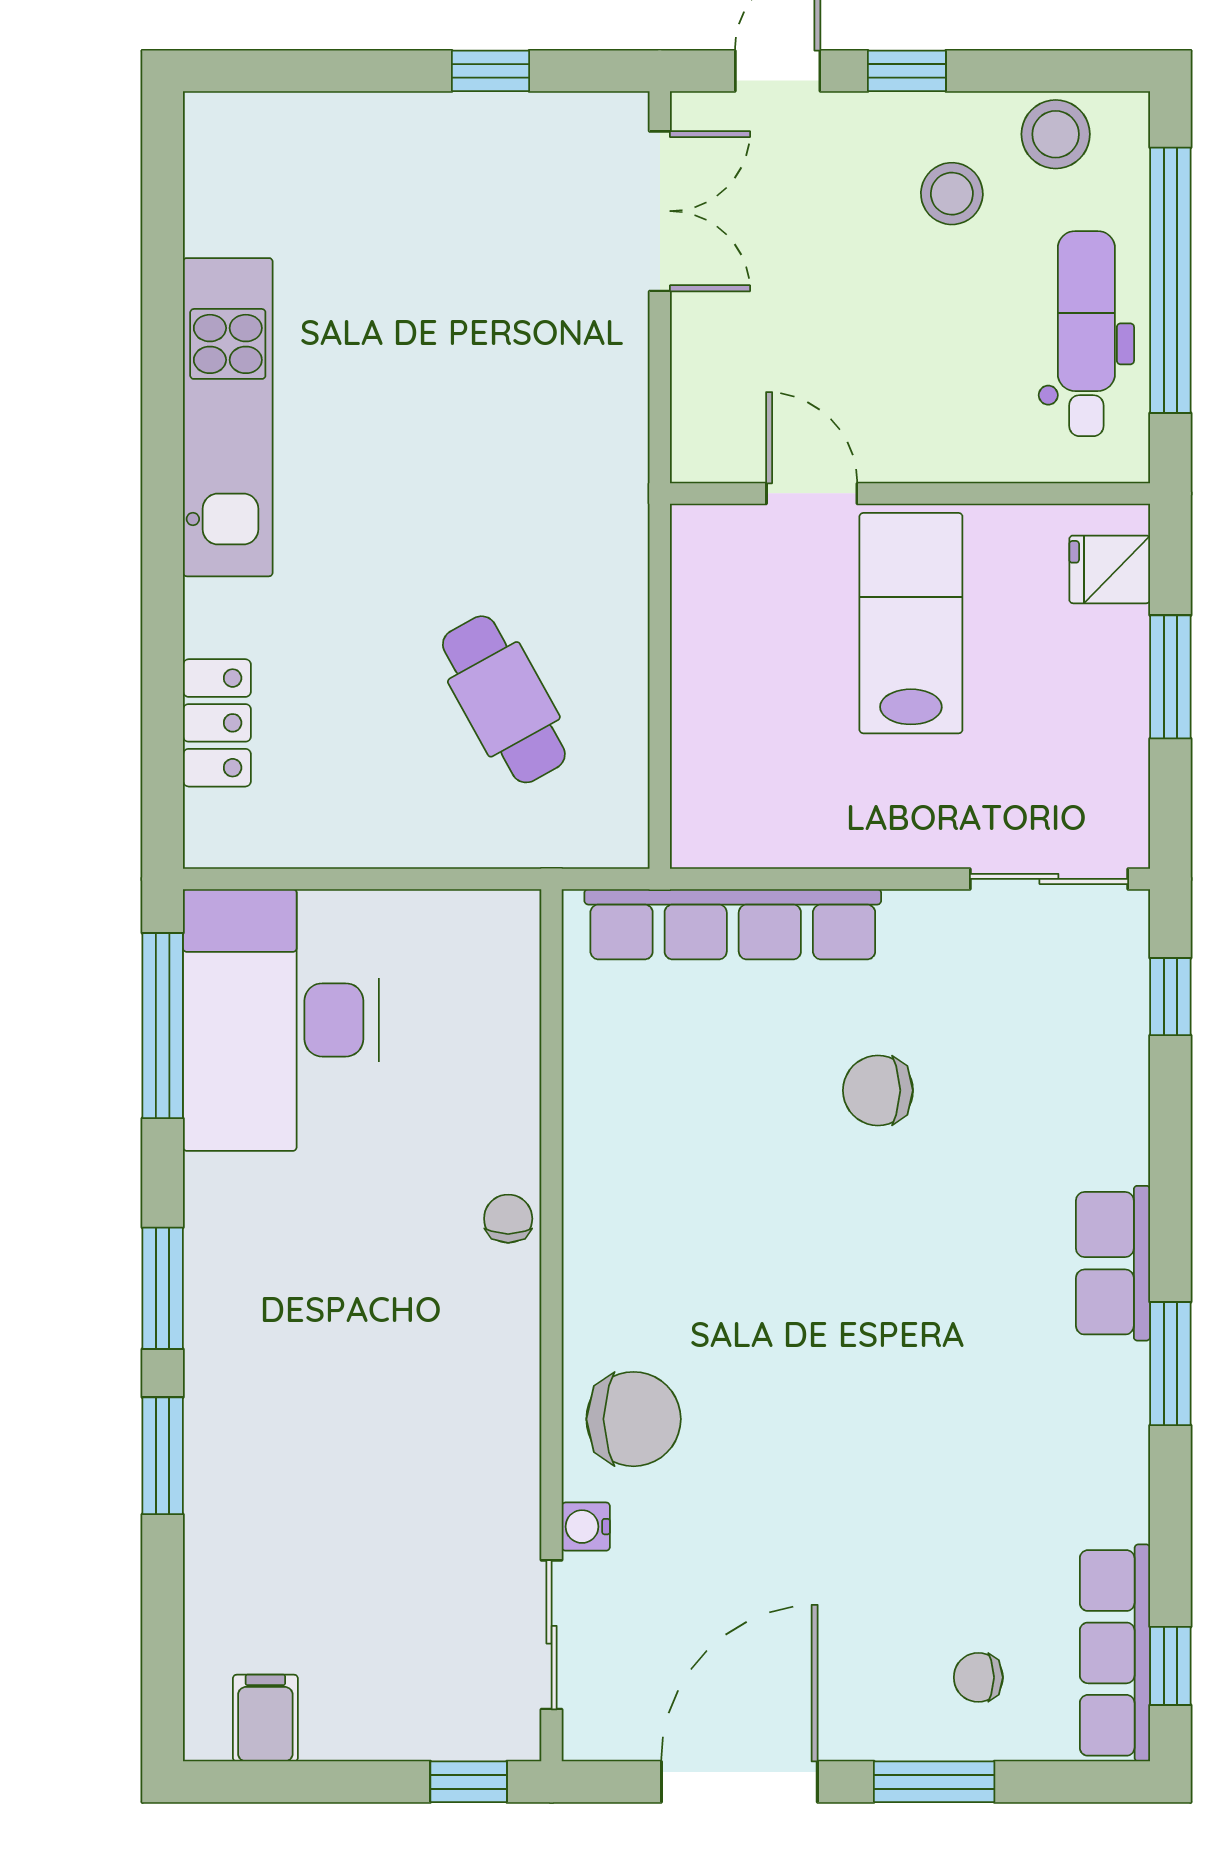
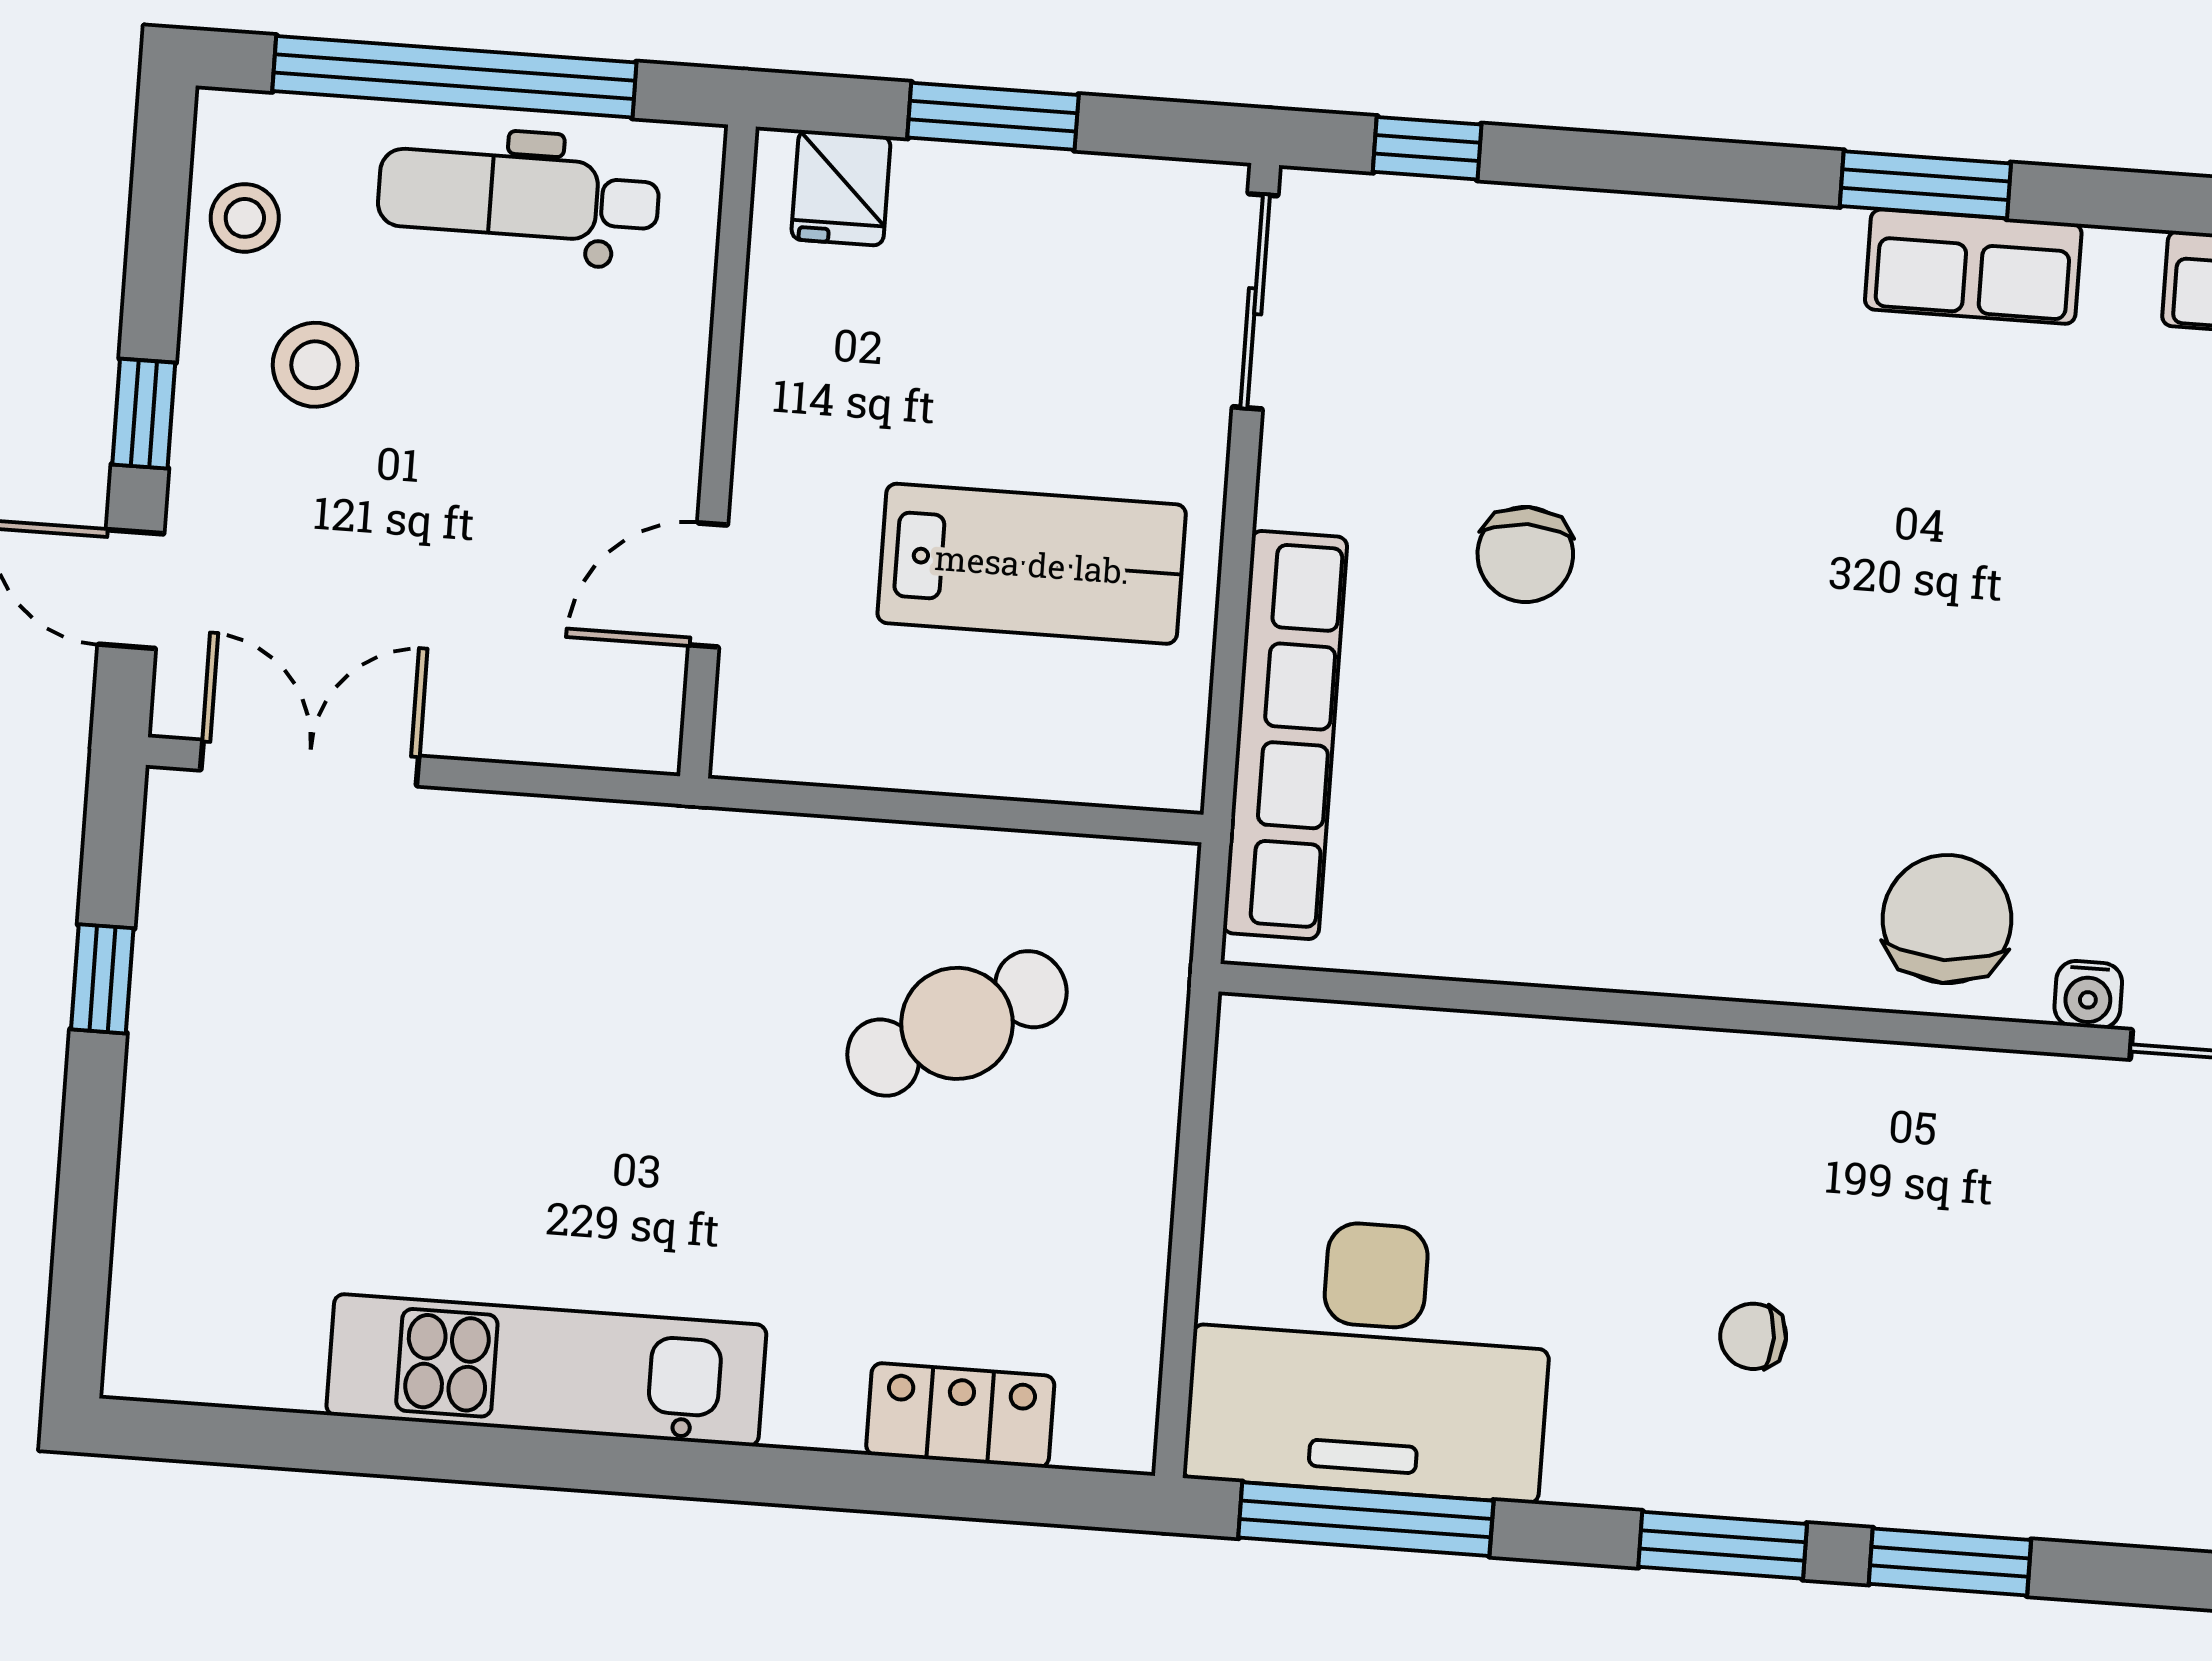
stool: (1056, 134) -> (245, 218), width x0.73, depth x0.73
lab bench: (911, 623) -> (1032, 564), moved, turned 180
chair: (508, 1219) -> (1753, 1336), moved
row of seats: (1113, 1263) -> (1973, 267), moved

